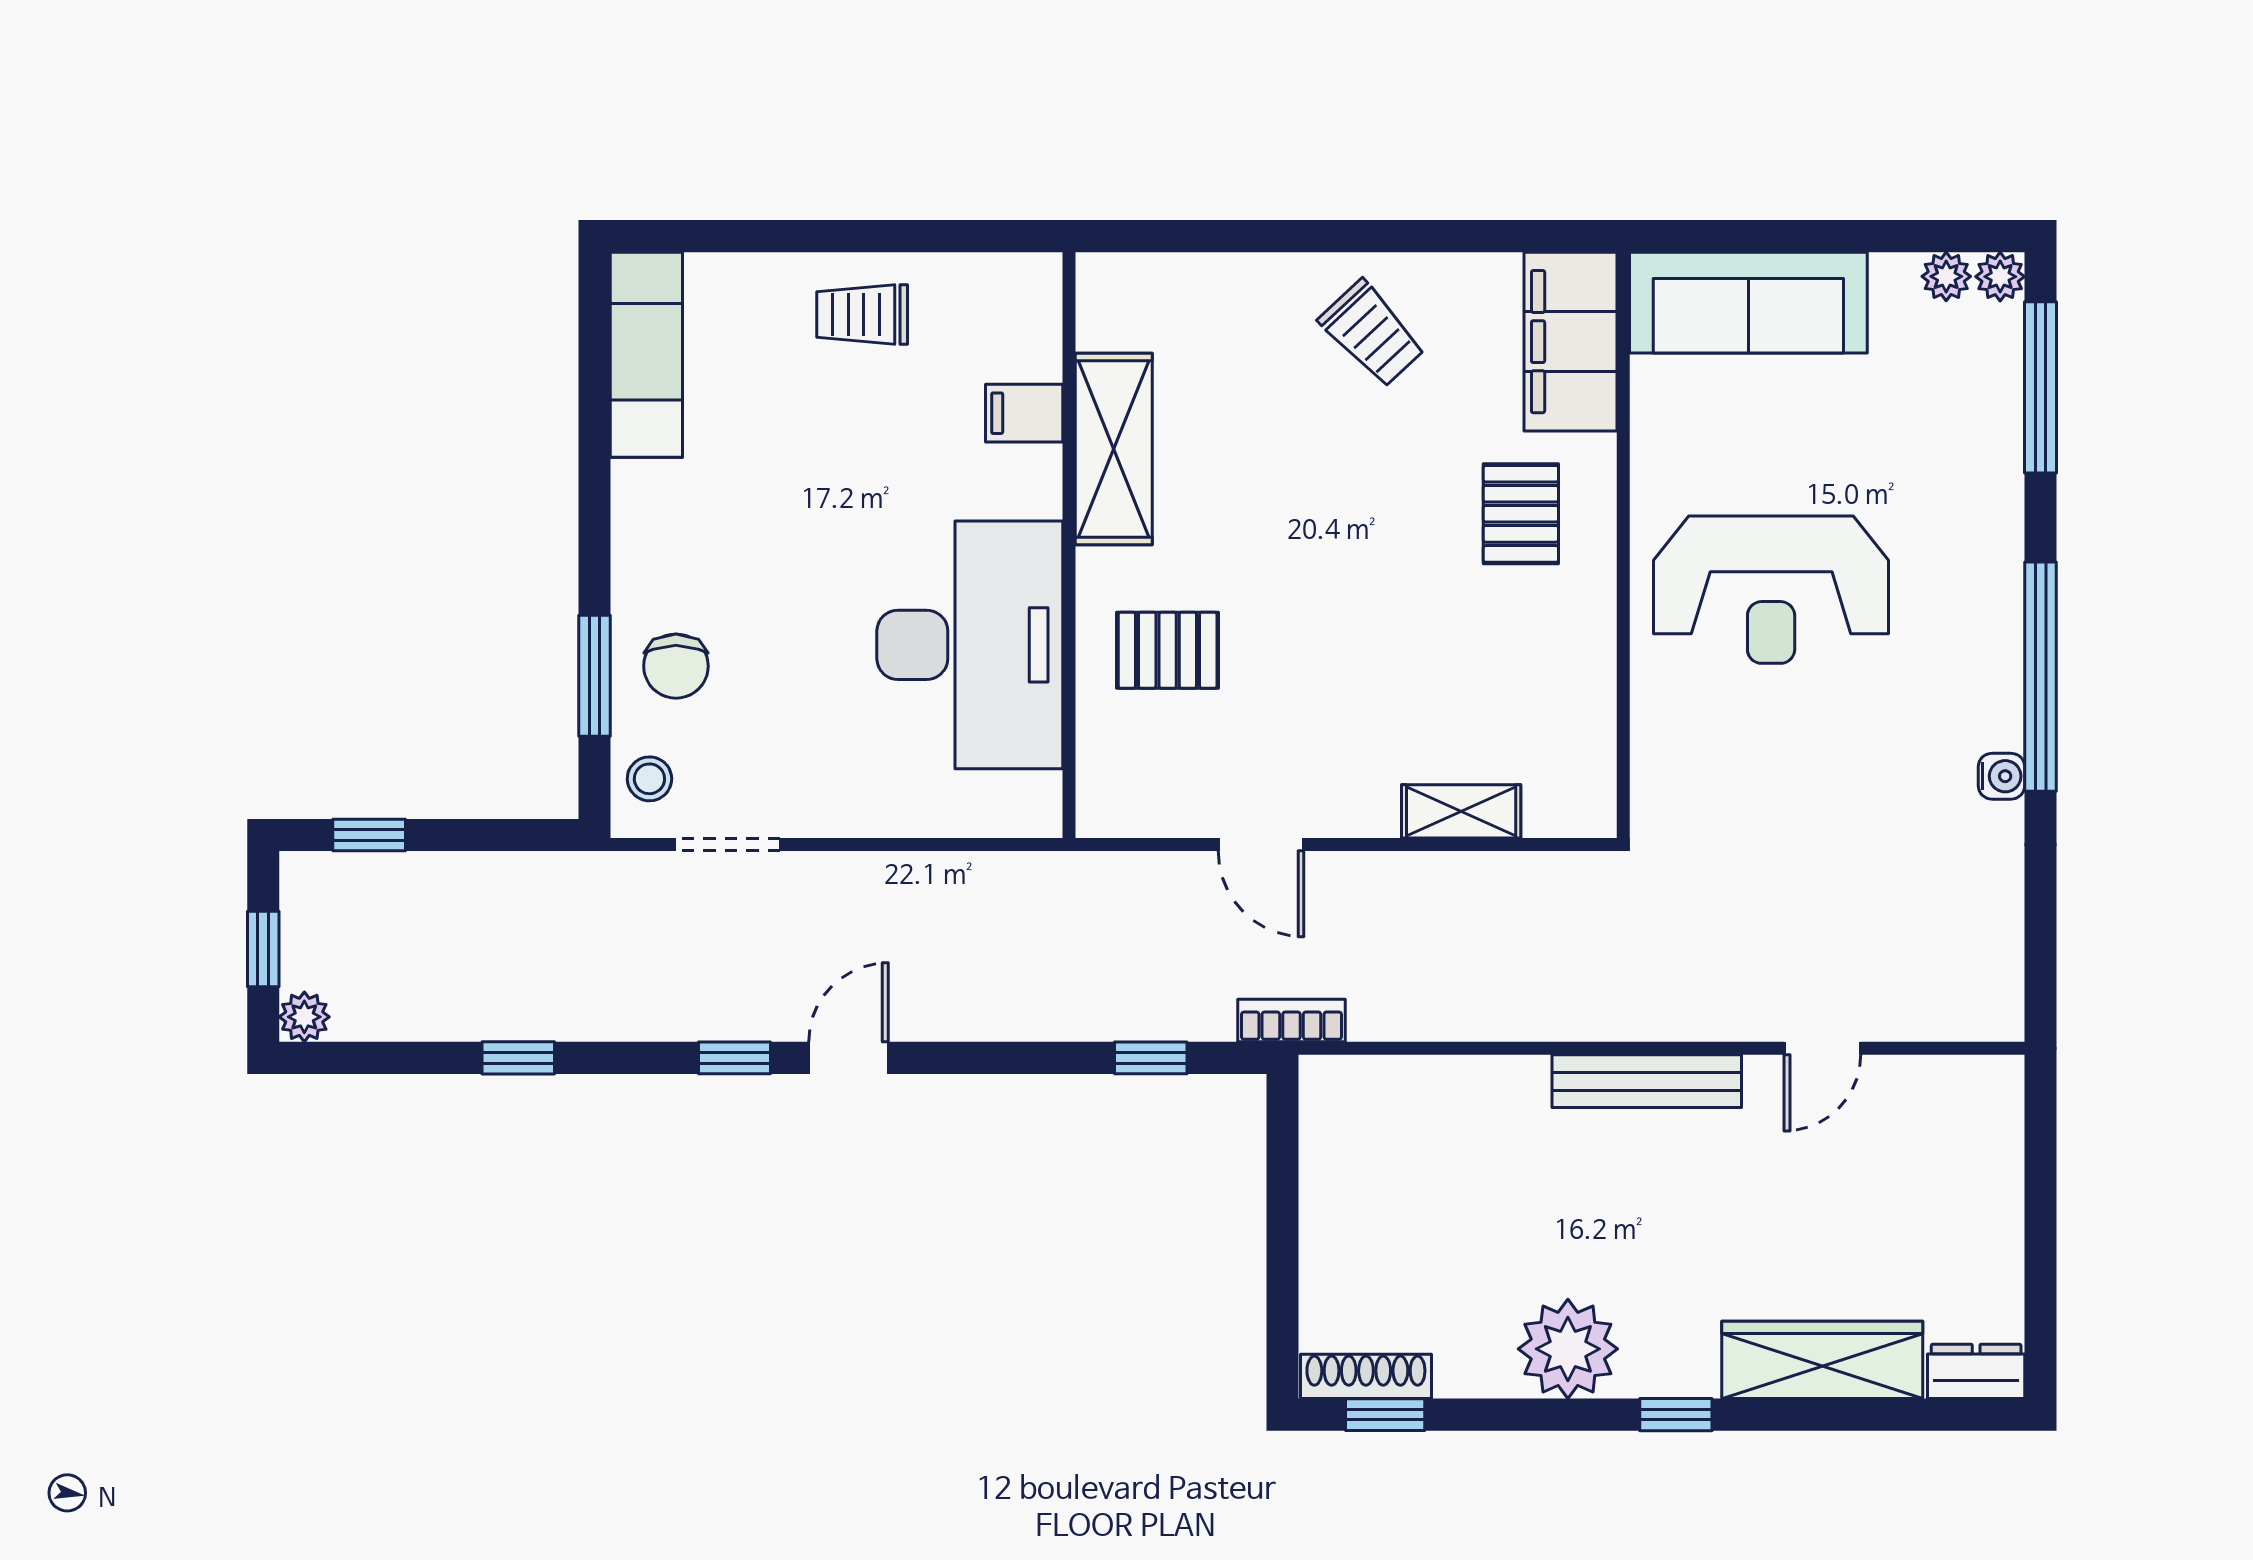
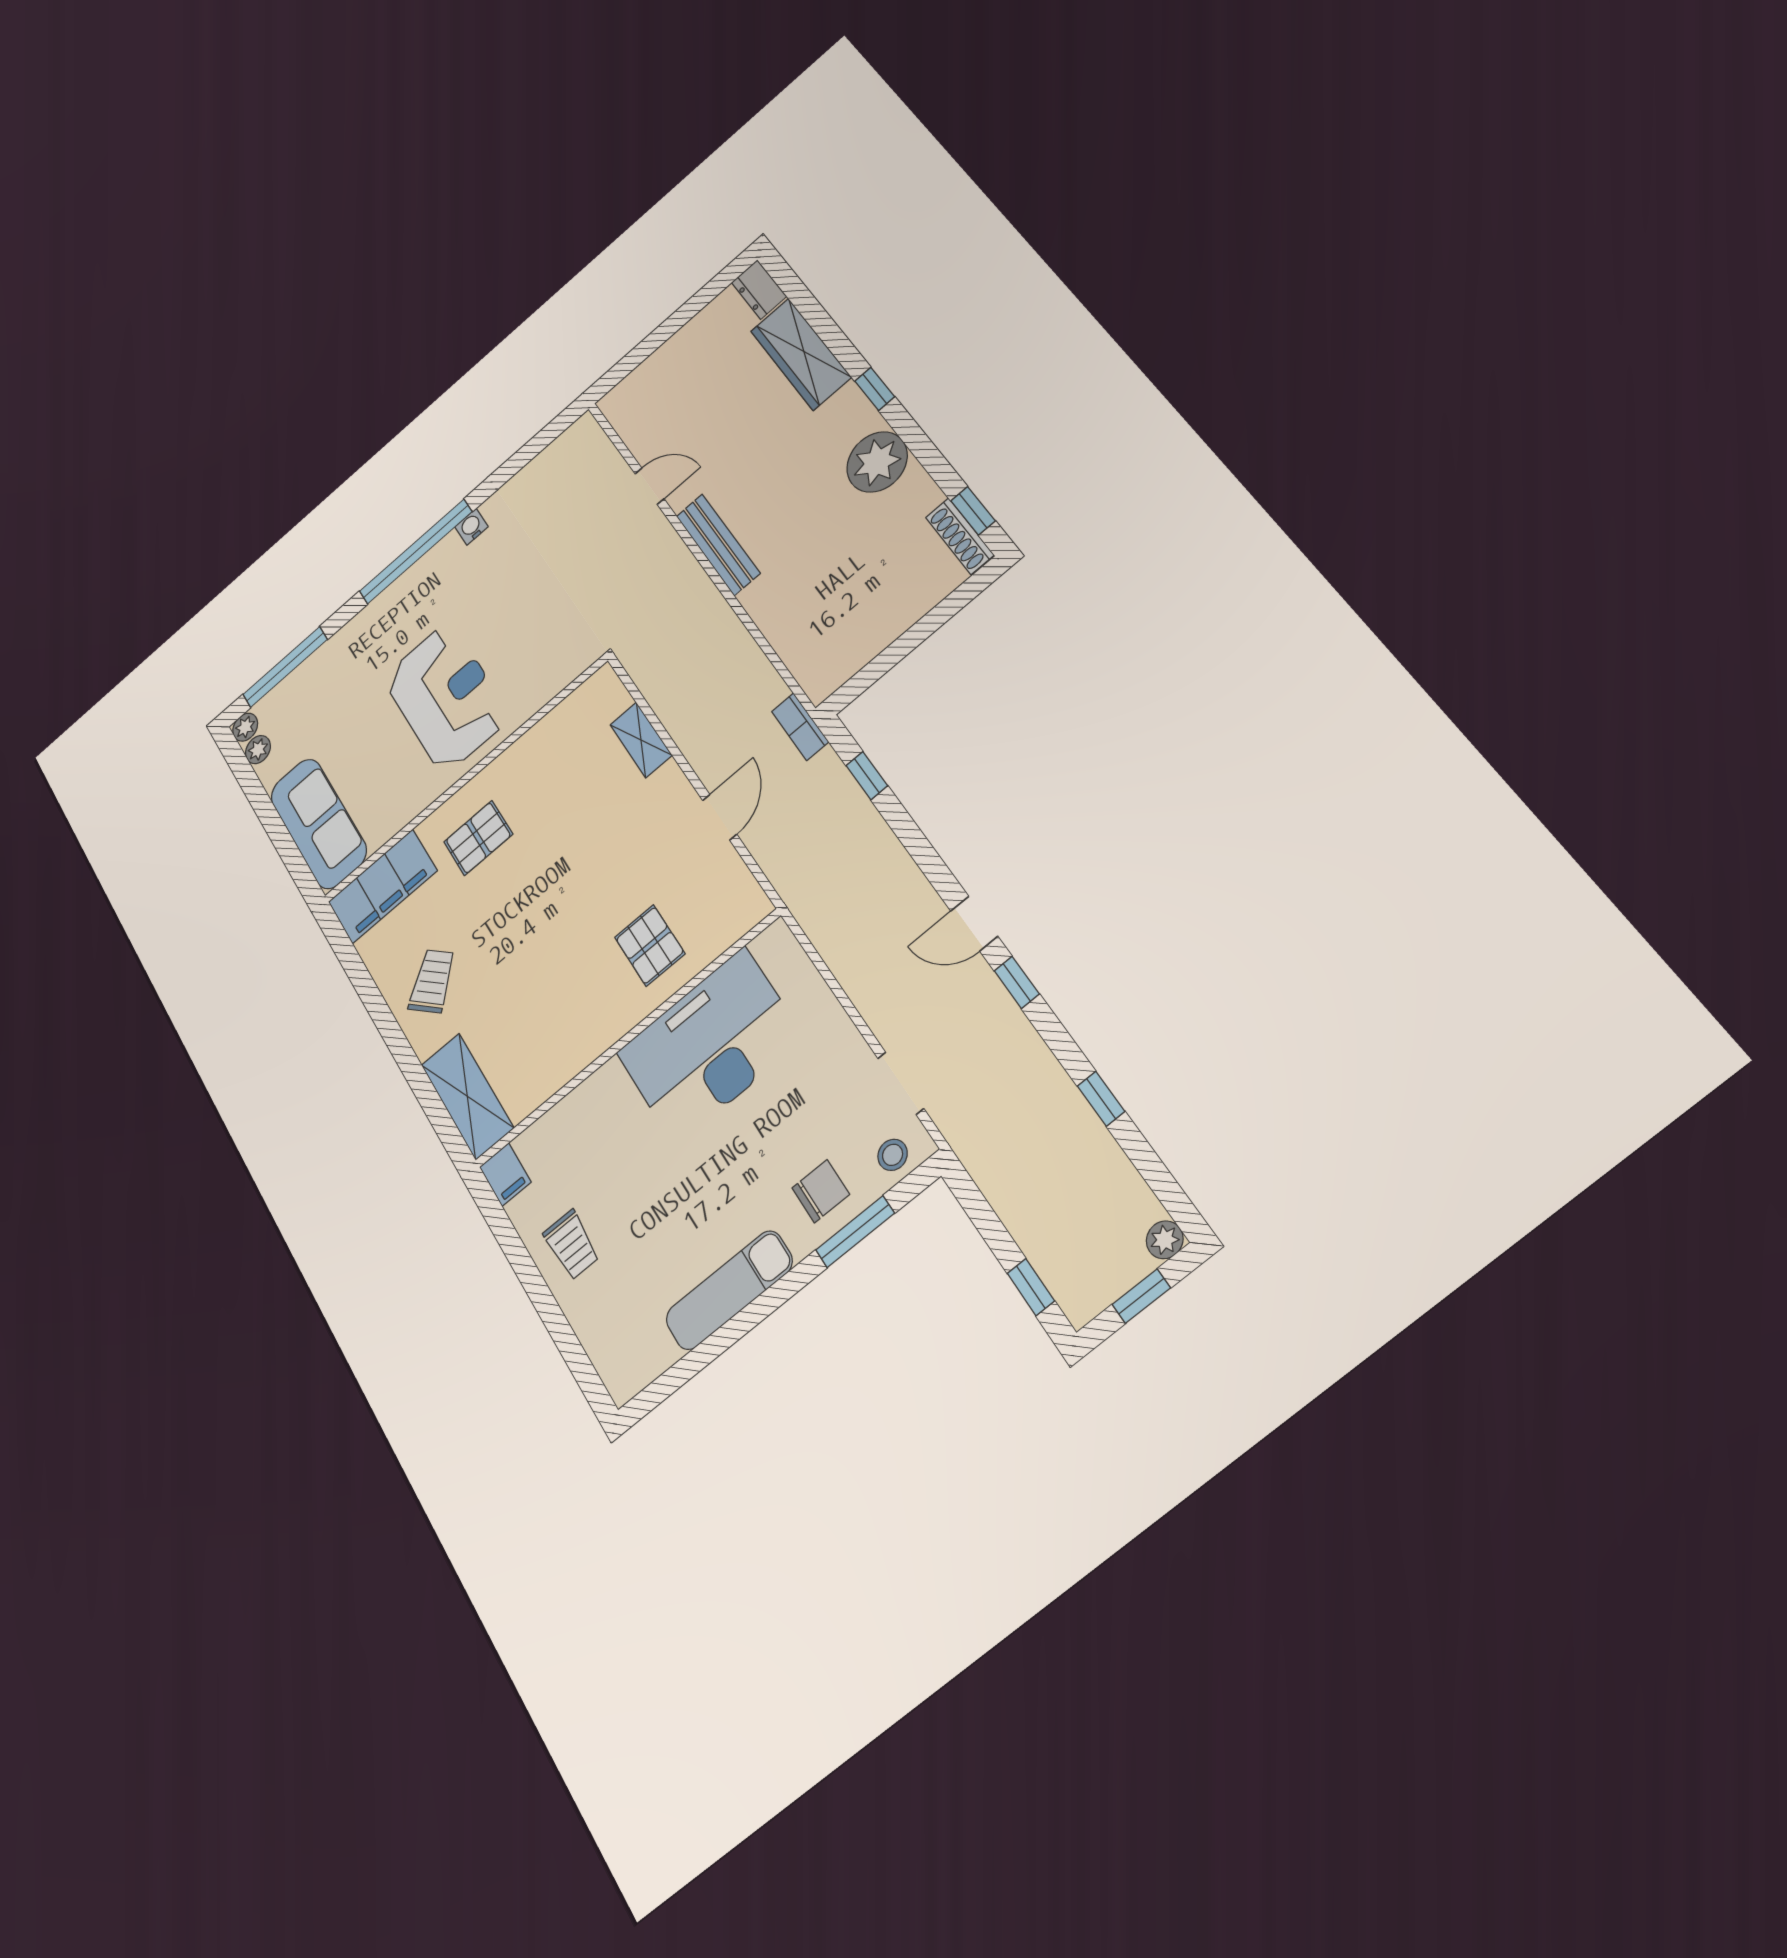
exam couch: (646, 355) -> (729, 1290), moved
filing cabinet: (1024, 413) -> (505, 1174), moved
shelving: (1114, 449) -> (467, 1096), moved, turned 90

